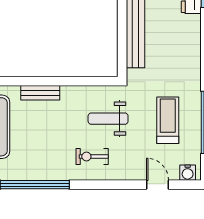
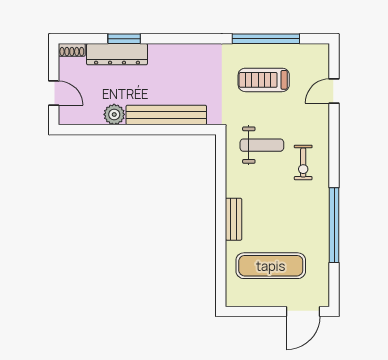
weight bench: (108, 119) -> (262, 145), turned -90
water cooler: (188, 173) -> (321, 58), removed

